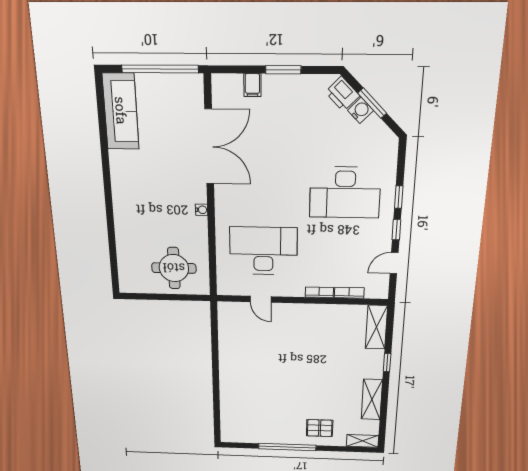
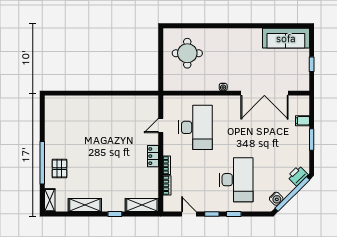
window: (160, 69) -> (312, 64), width x0.32
window: (372, 103) -> (292, 194), width x2.11
water cooler: (360, 110) -> (276, 199), moved
desk: (345, 193) -> (236, 180), turned 180
round table: (174, 268) -> (187, 53), moved
locker: (305, 311) -> (153, 156), added
window: (287, 447) -> (42, 163), moved

